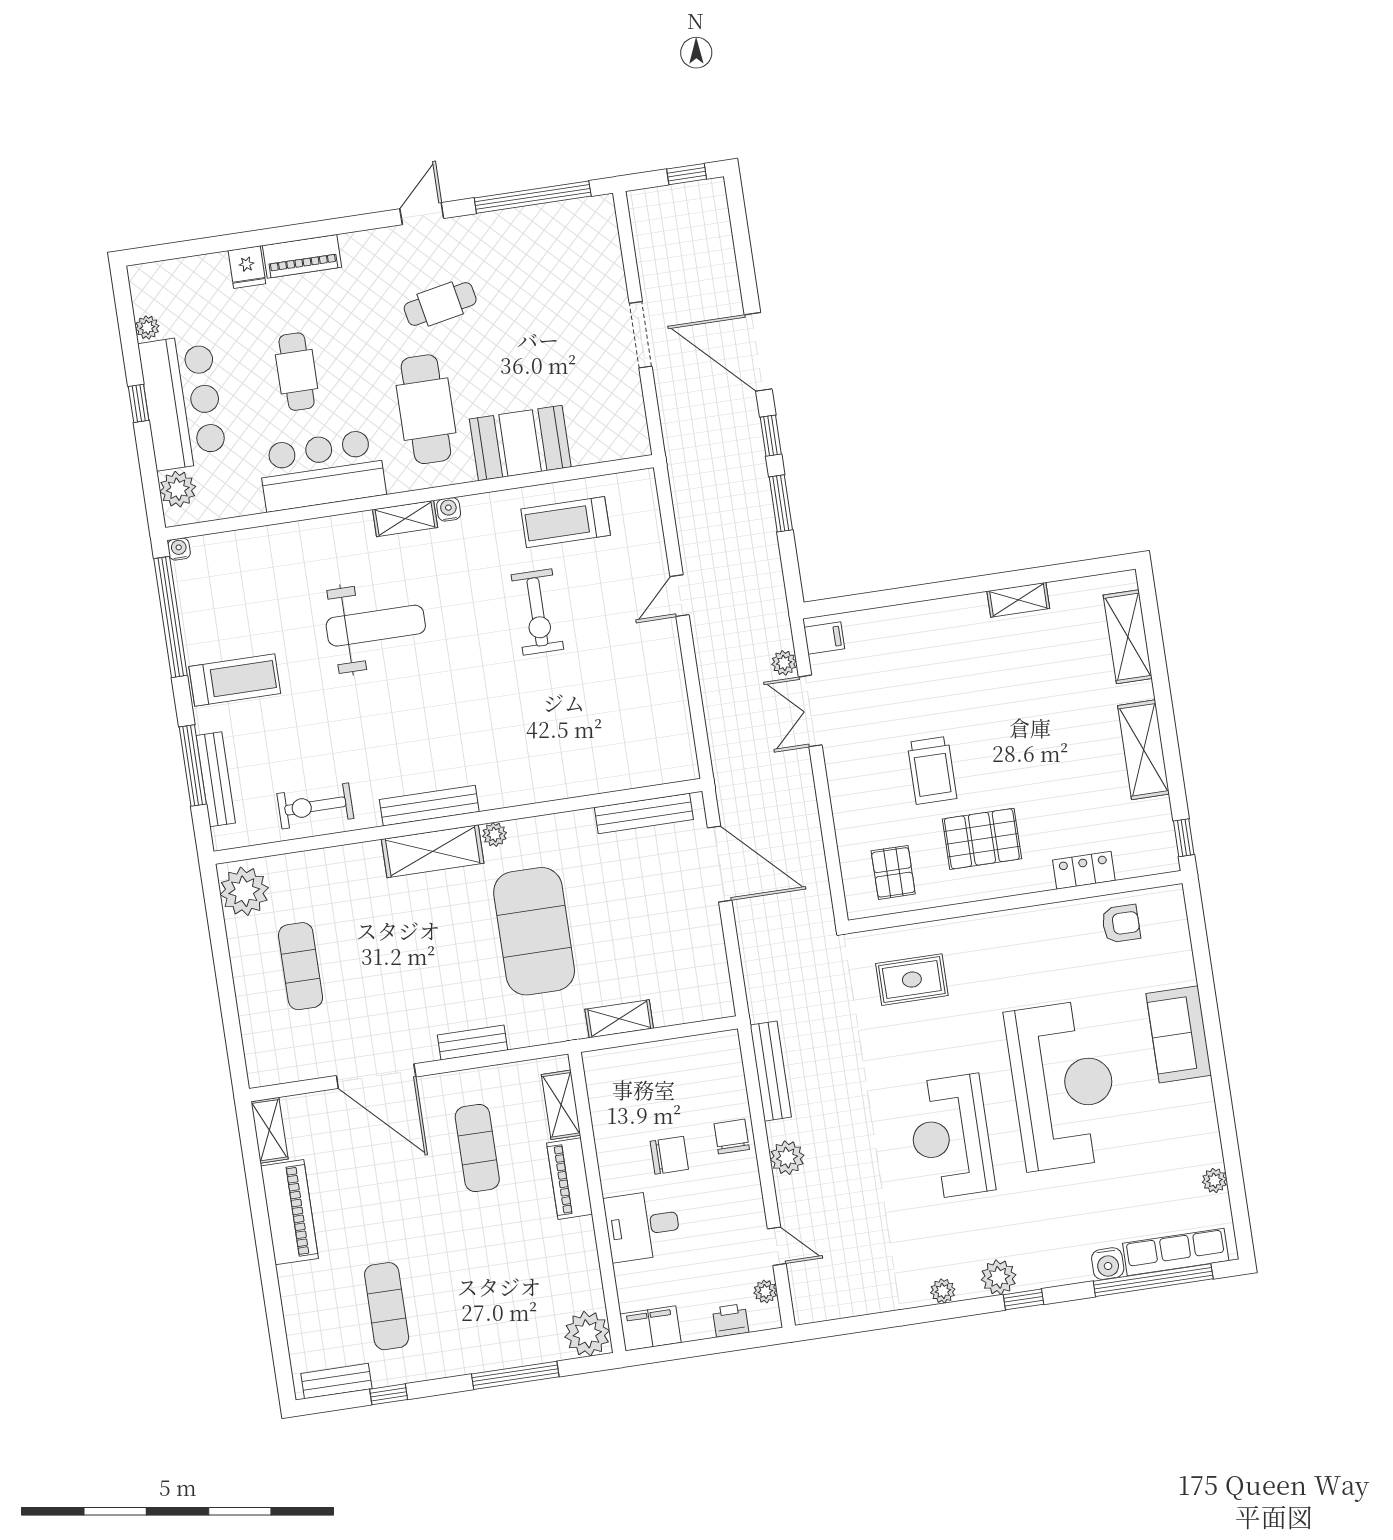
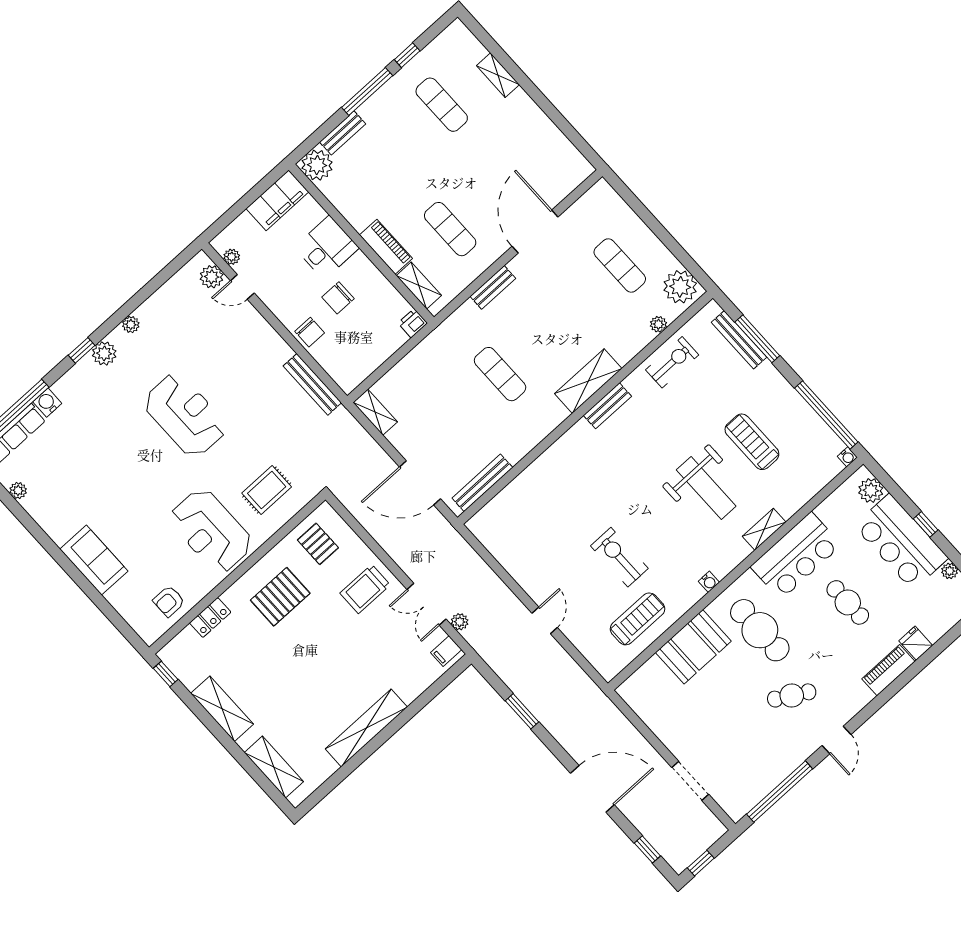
cafe table: (440, 304) -> (792, 695), turned 41
doorway: (641, 335) -> (690, 781), moved
window: (771, 436) -> (647, 849), moved
shelving: (405, 519) -> (764, 529), moved
shelving: (1018, 600) -> (366, 728), width x2.20, depth x1.33
weight bench: (376, 626) -> (706, 488), turned -90
treadmill: (235, 680) -> (752, 442), moved, turned 90
double door: (810, 711) -> (426, 604), swing flipped
trolley: (932, 770) -> (365, 589), moved, turned -90
bench: (429, 806) -> (607, 406), width x0.73
plant: (495, 835) -> (658, 324), moved
exercise mat: (534, 931) -> (500, 374), width x0.50, depth x0.69
shelving: (619, 1019) -> (375, 412), moved, turned 90
door: (376, 1076) -> (535, 232), hinge flipped
reception desk: (1063, 1085) -> (211, 531), moved, width x0.74, depth x0.77
shelving: (269, 1130) -> (498, 75), moved
plant: (787, 1158) -> (212, 277), moved
piano: (289, 1212) -> (533, 121), removed
printer: (731, 1320) -> (413, 323), moved, turned 180
filing cabinet: (650, 1328) -> (277, 200), width x1.50, depth x1.17
window: (515, 1375) -> (367, 91), moved
bench: (336, 1381) -> (343, 133), moved

